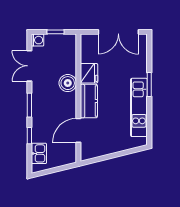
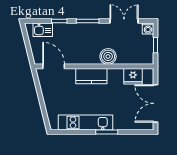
fridge: (89, 73) -> (133, 76), moved
door: (78, 130) -> (54, 66), moved

